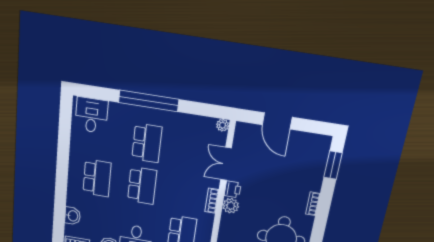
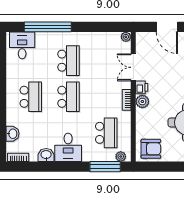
window: (149, 101) -> (48, 27), moved

